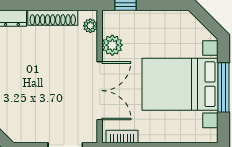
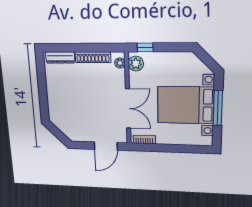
plant: (112, 45) -> (136, 64), moved

